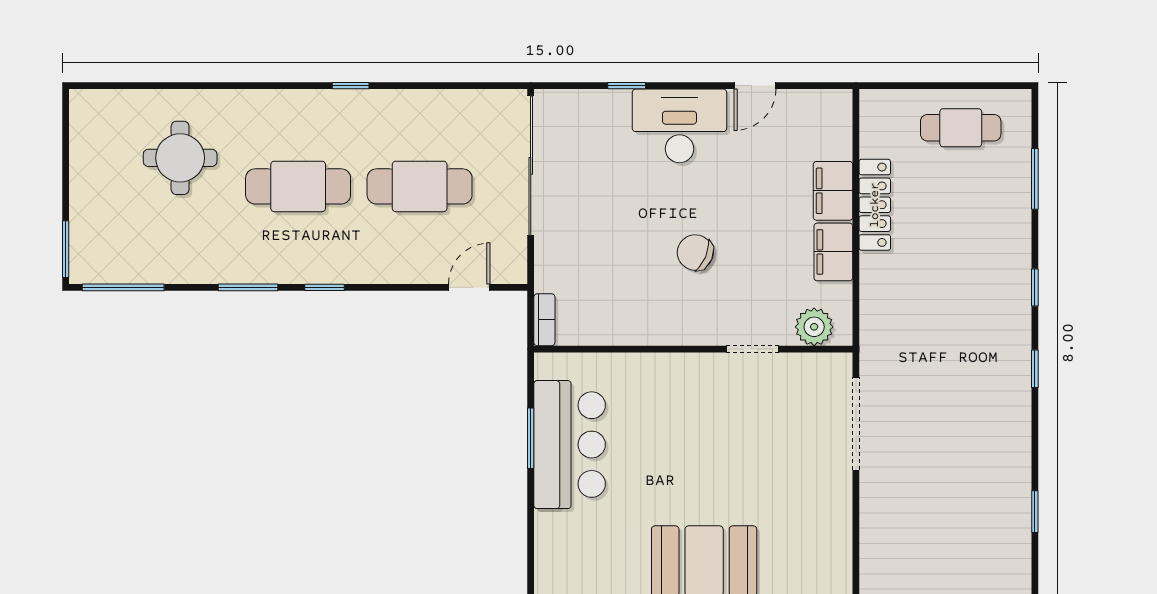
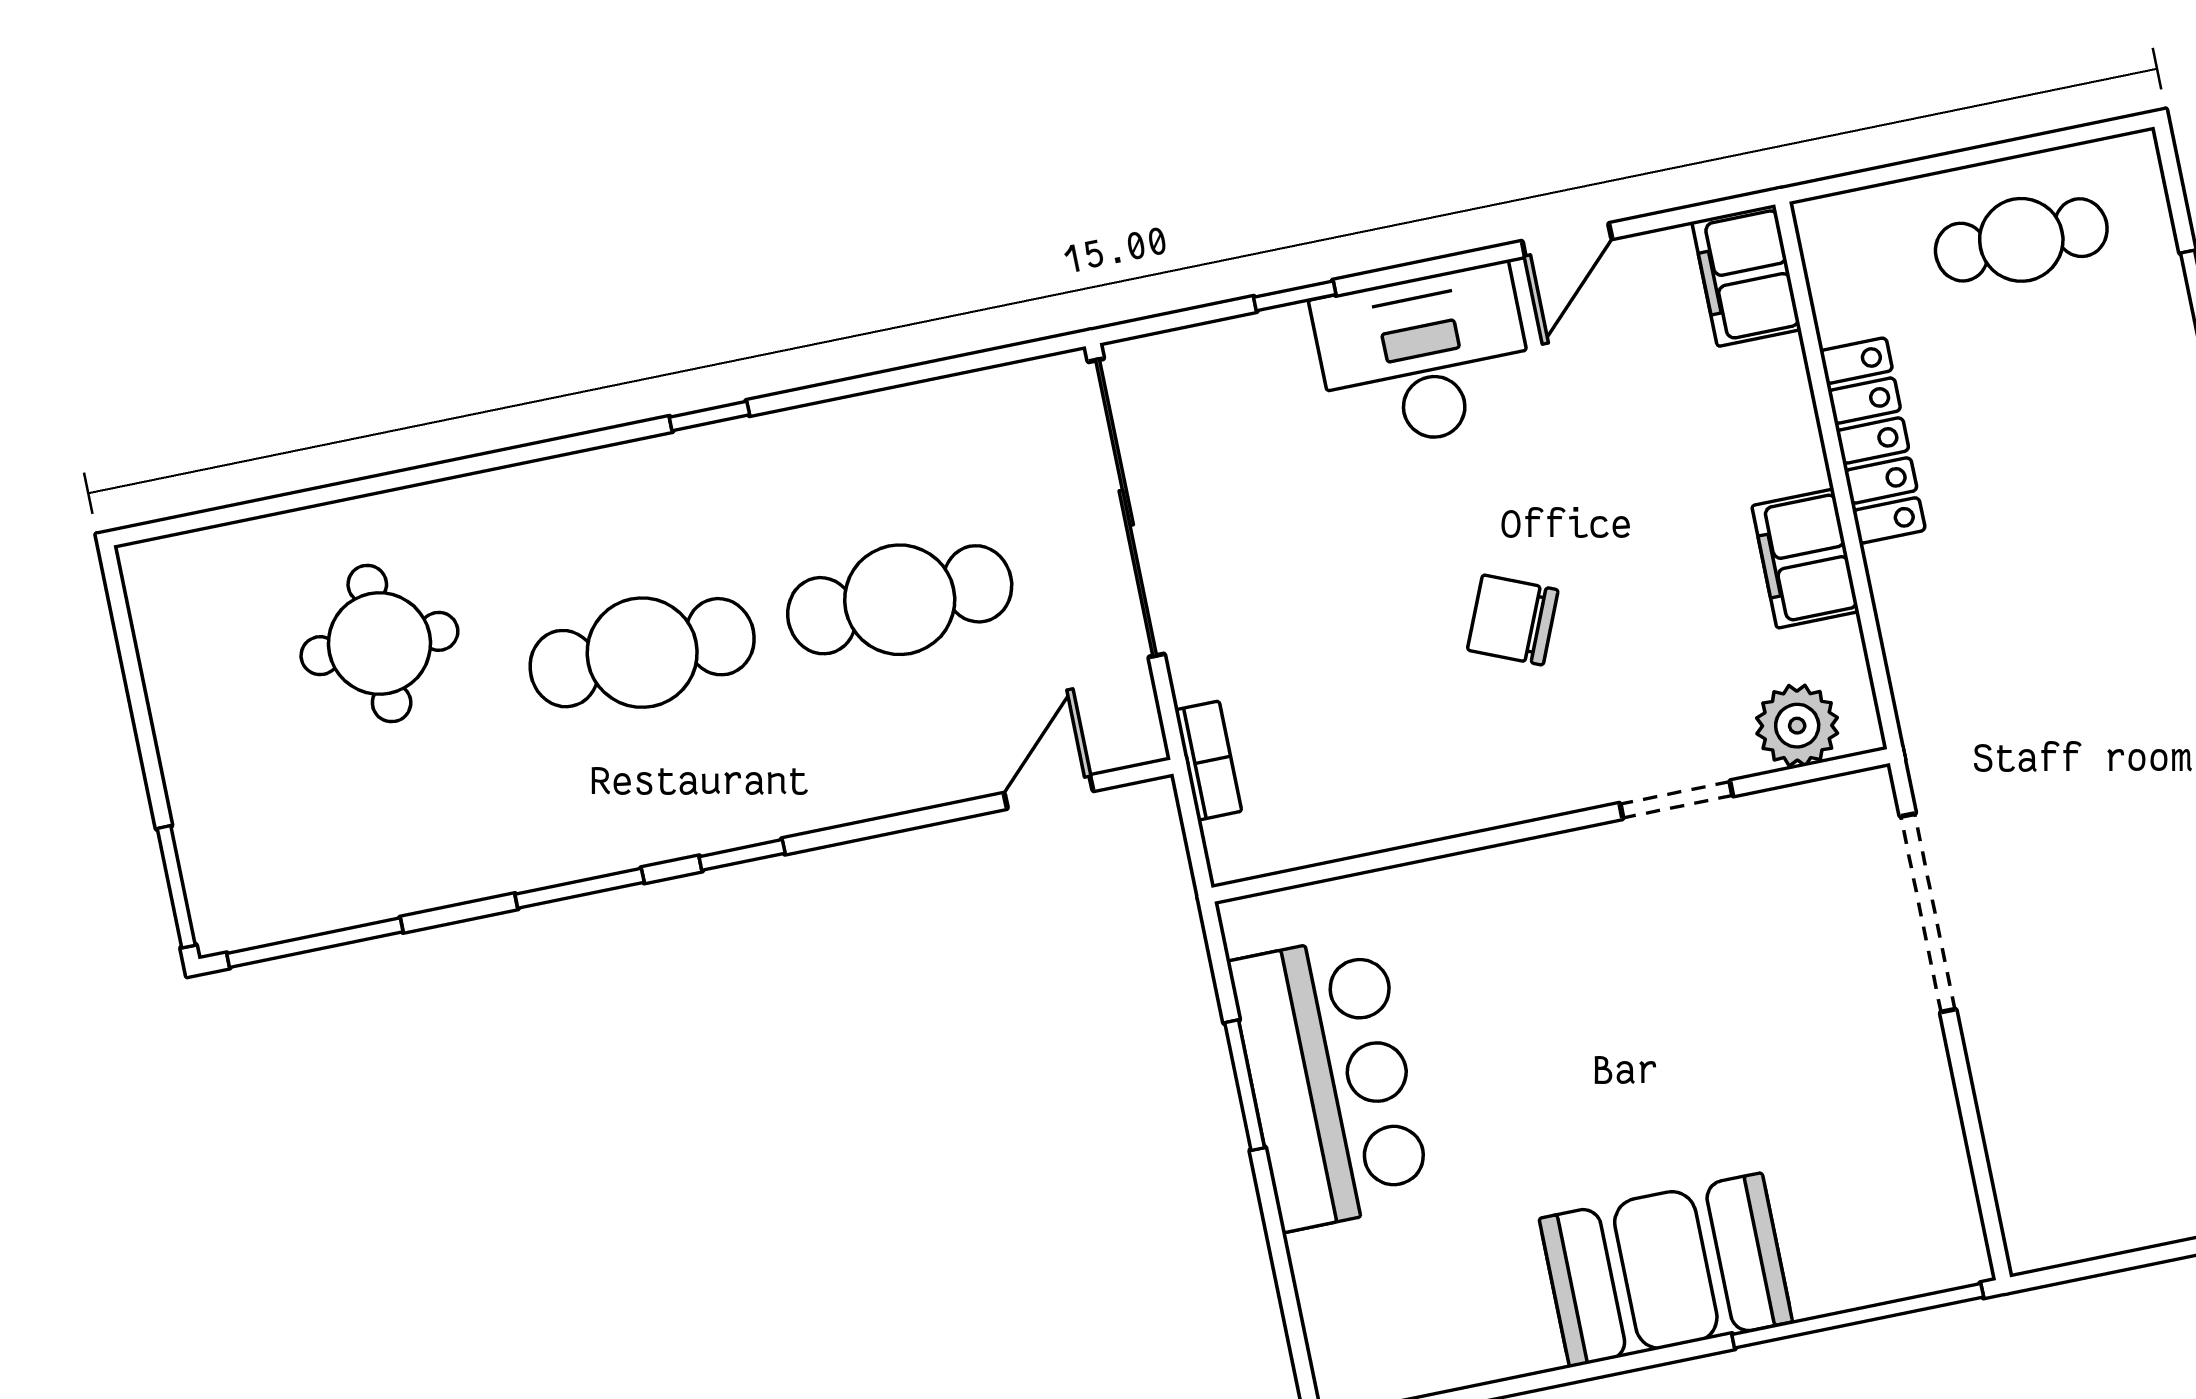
filing cabinet: (833, 191) -> (1746, 276), moved
bookcase: (544, 320) -> (1208, 761), moved

